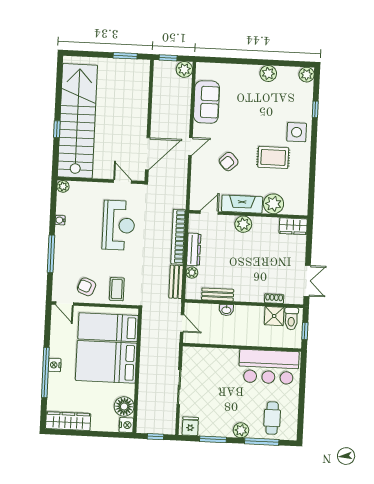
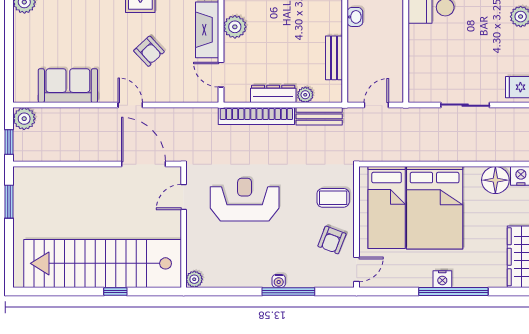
water cooler: (60, 220) -> (279, 281), moved
washbasin: (226, 310) -> (355, 17), moved

